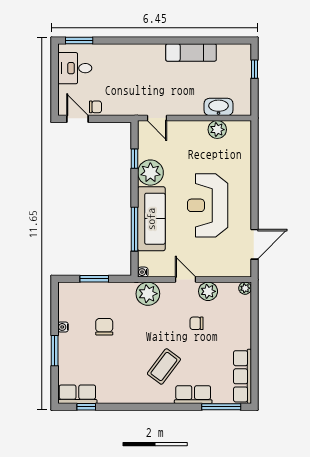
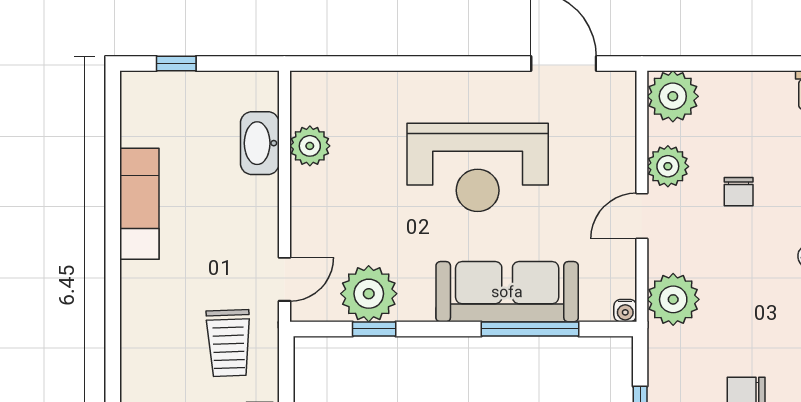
trolley: (128, 93) -> (229, 343), added
plant: (150, 173) -> (369, 294), moved
plant: (245, 288) -> (673, 96), width x1.88, depth x1.88

